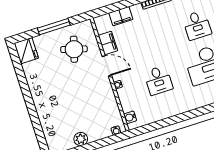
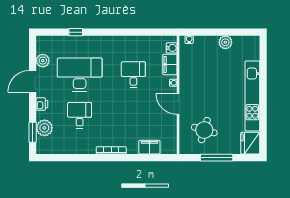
filing cabinet: (108, 43) -> (170, 65), moved
kitchen unit: (39, 96) -> (252, 96), added

